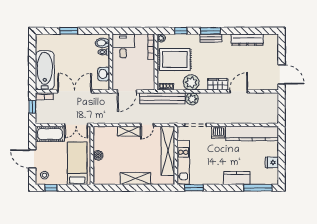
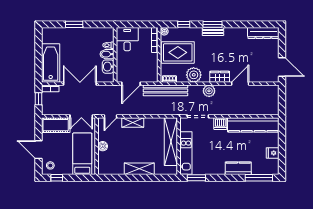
dresser: (247, 40) -> (263, 33), moved
bidet: (102, 43) -> (107, 54), moved
plant: (192, 99) -> (209, 91), moved
door: (147, 125) -> (110, 116), moved

